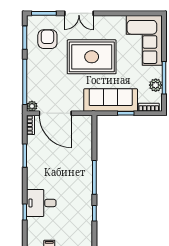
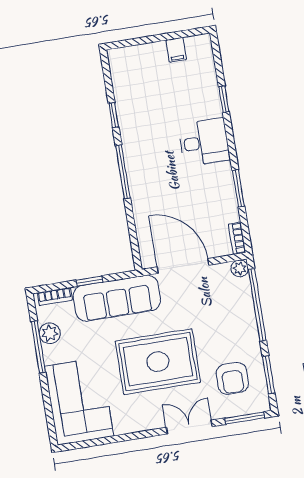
door: (55, 113) -> (183, 266), moved
desk: (41, 203) -> (204, 142), moved

